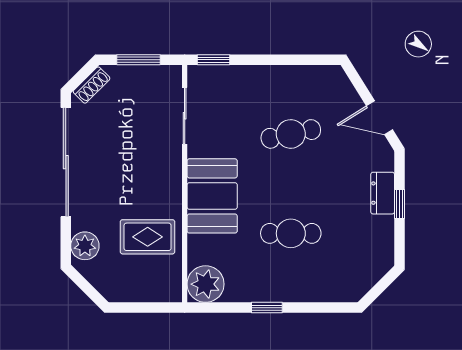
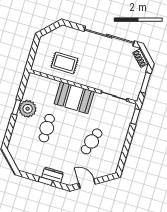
door: (380, 118) -> (87, 184), hinge flipped
cafe table: (291, 134) -> (92, 141), turned 30
rug: (148, 237) -> (64, 63), turned 90
plant: (85, 246) -> (69, 33), removed
plant: (206, 284) -> (28, 109), moved

